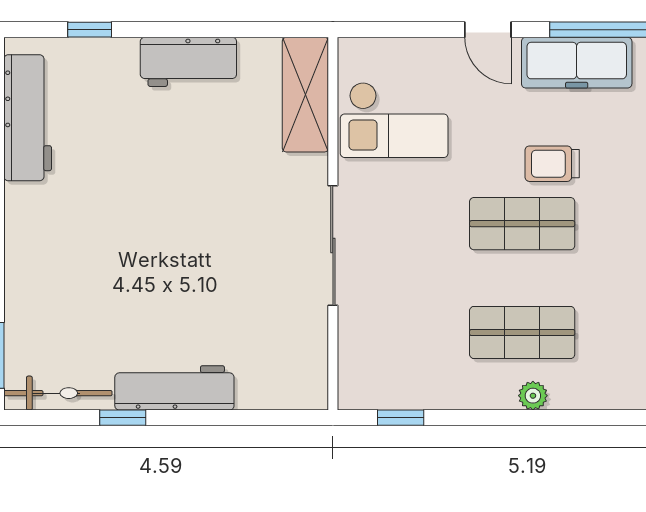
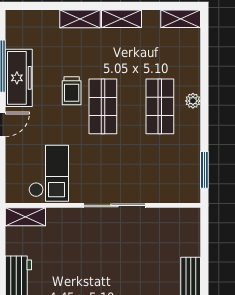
shelving: (305, 95) -> (25, 217), width x0.67, depth x0.75
window: (401, 418) -> (204, 170), width x1.50

